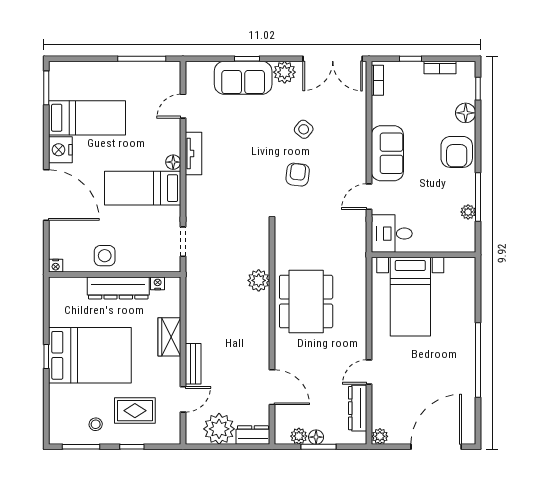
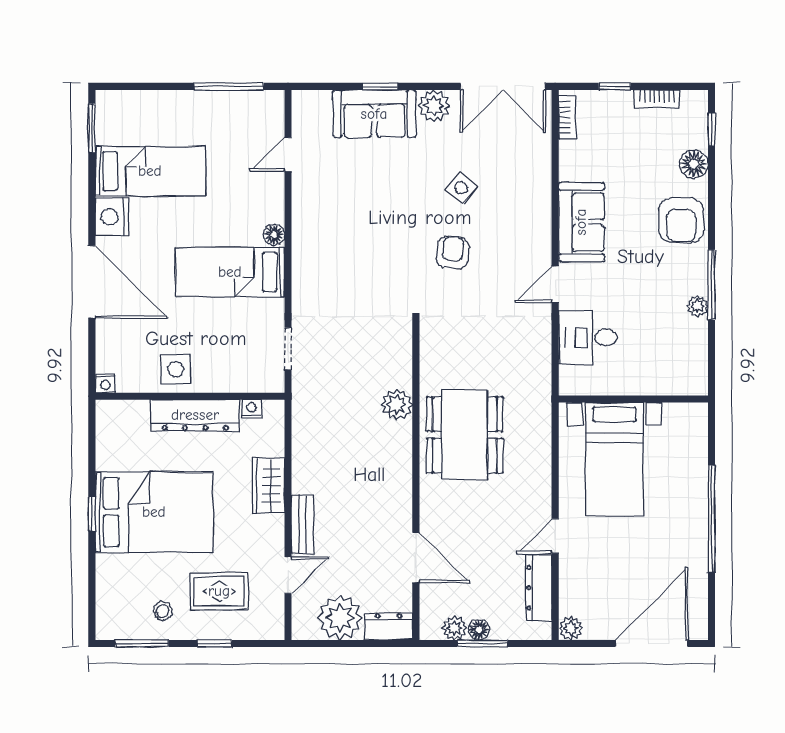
tv unit: (193, 153) -> (303, 222), removed
wall: (423, 255) -> (633, 399), moved
bed with nightstands: (410, 297) -> (614, 459), moved

